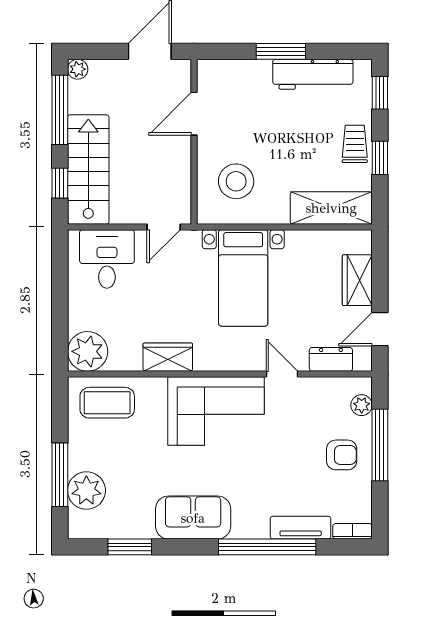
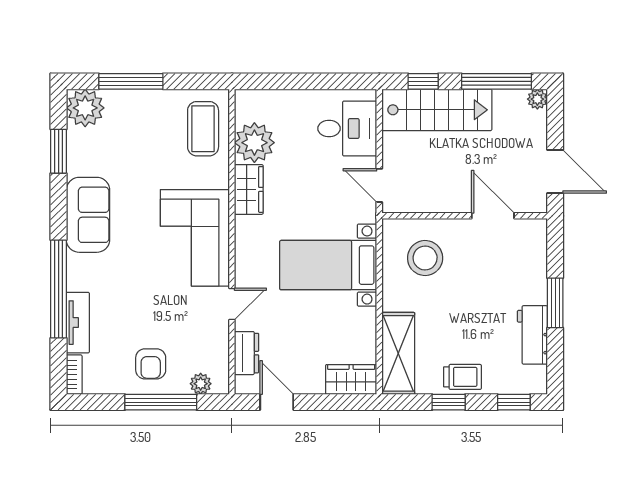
workbench: (313, 74) -> (532, 335), width x0.73
wardrobe: (357, 280) -> (351, 379), moved
plant: (88, 351) -> (254, 143), moved
plant: (86, 491) -> (85, 108), moved

